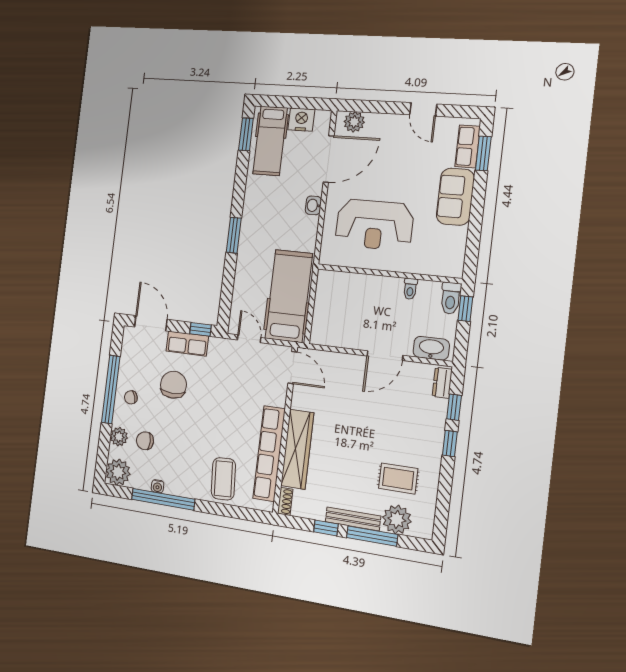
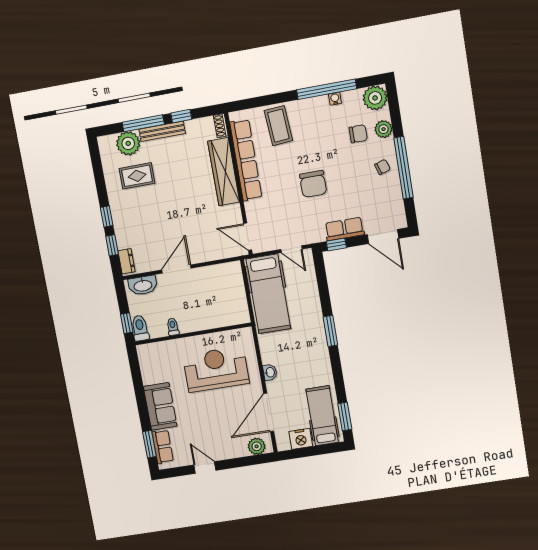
chair: (173, 385) -> (313, 184), moved

